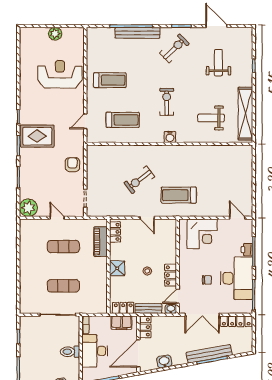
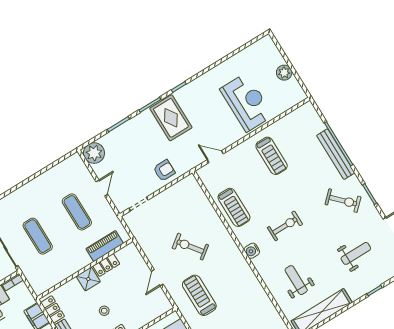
treadmill: (123, 120) -> (234, 207), moved
locker: (115, 232) -> (106, 265), moved

